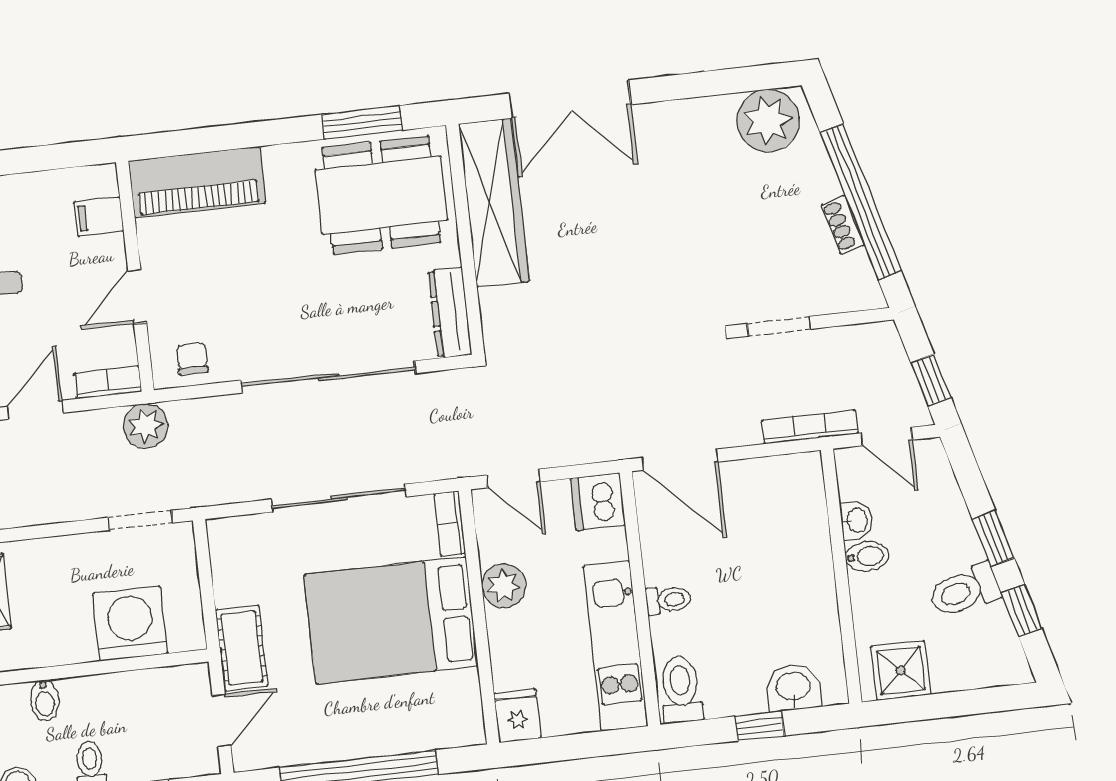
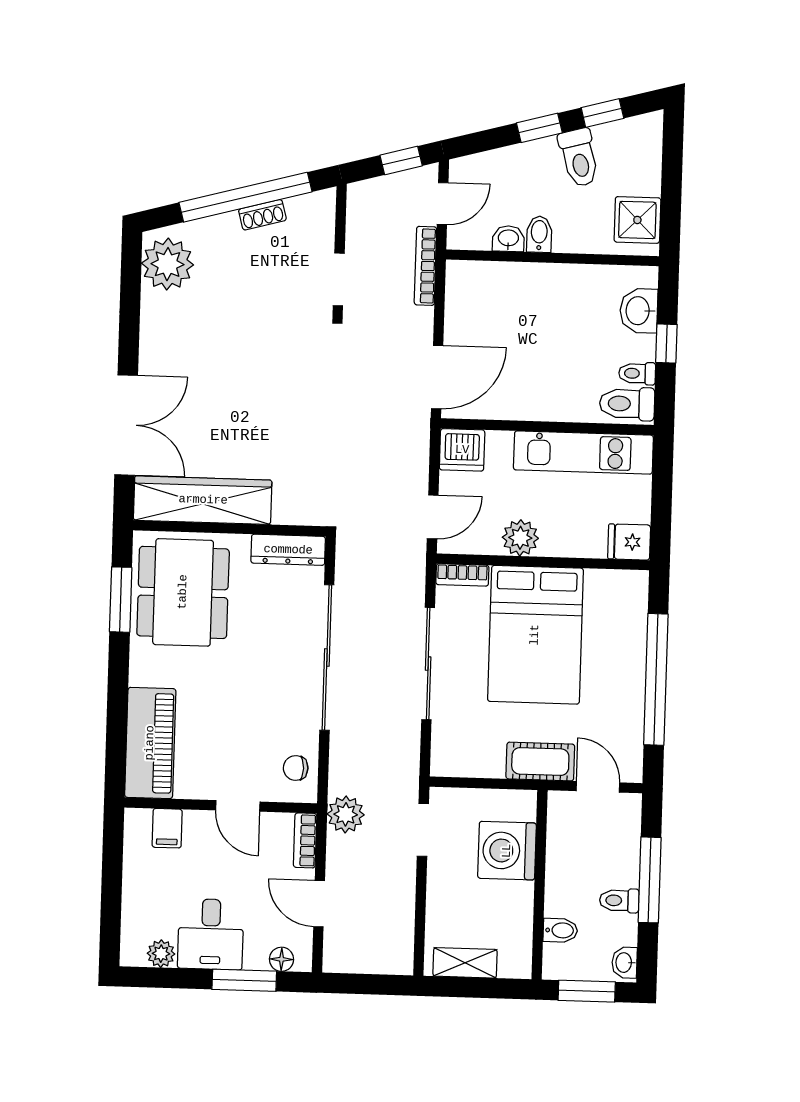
toilet: (668, 600) -> (637, 373), moved, turned -90

